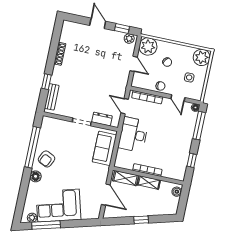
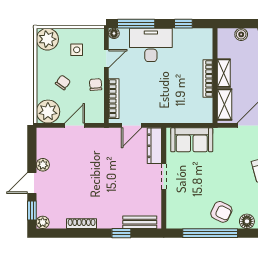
plant: (67, 25) -> (43, 222), added
window: (122, 28) -> (32, 210), moved
plant: (129, 38) -> (43, 165), moved
dresser: (102, 119) -> (154, 146), width x1.44
desk: (133, 135) -> (151, 45), moved, turned 180
boiler: (177, 192) -> (241, 34), moved

